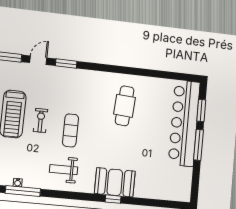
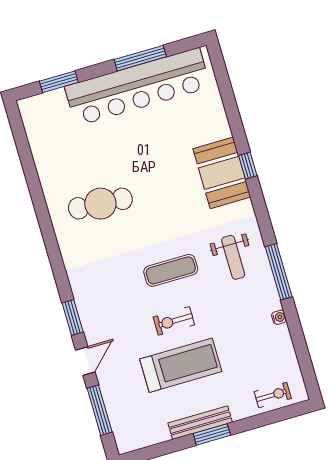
door: (38, 60) -> (85, 361), swing flipped
bar counter: (184, 123) -> (138, 87), moved
window: (199, 145) -> (140, 58), moved
window: (23, 191) -> (279, 272), moved

